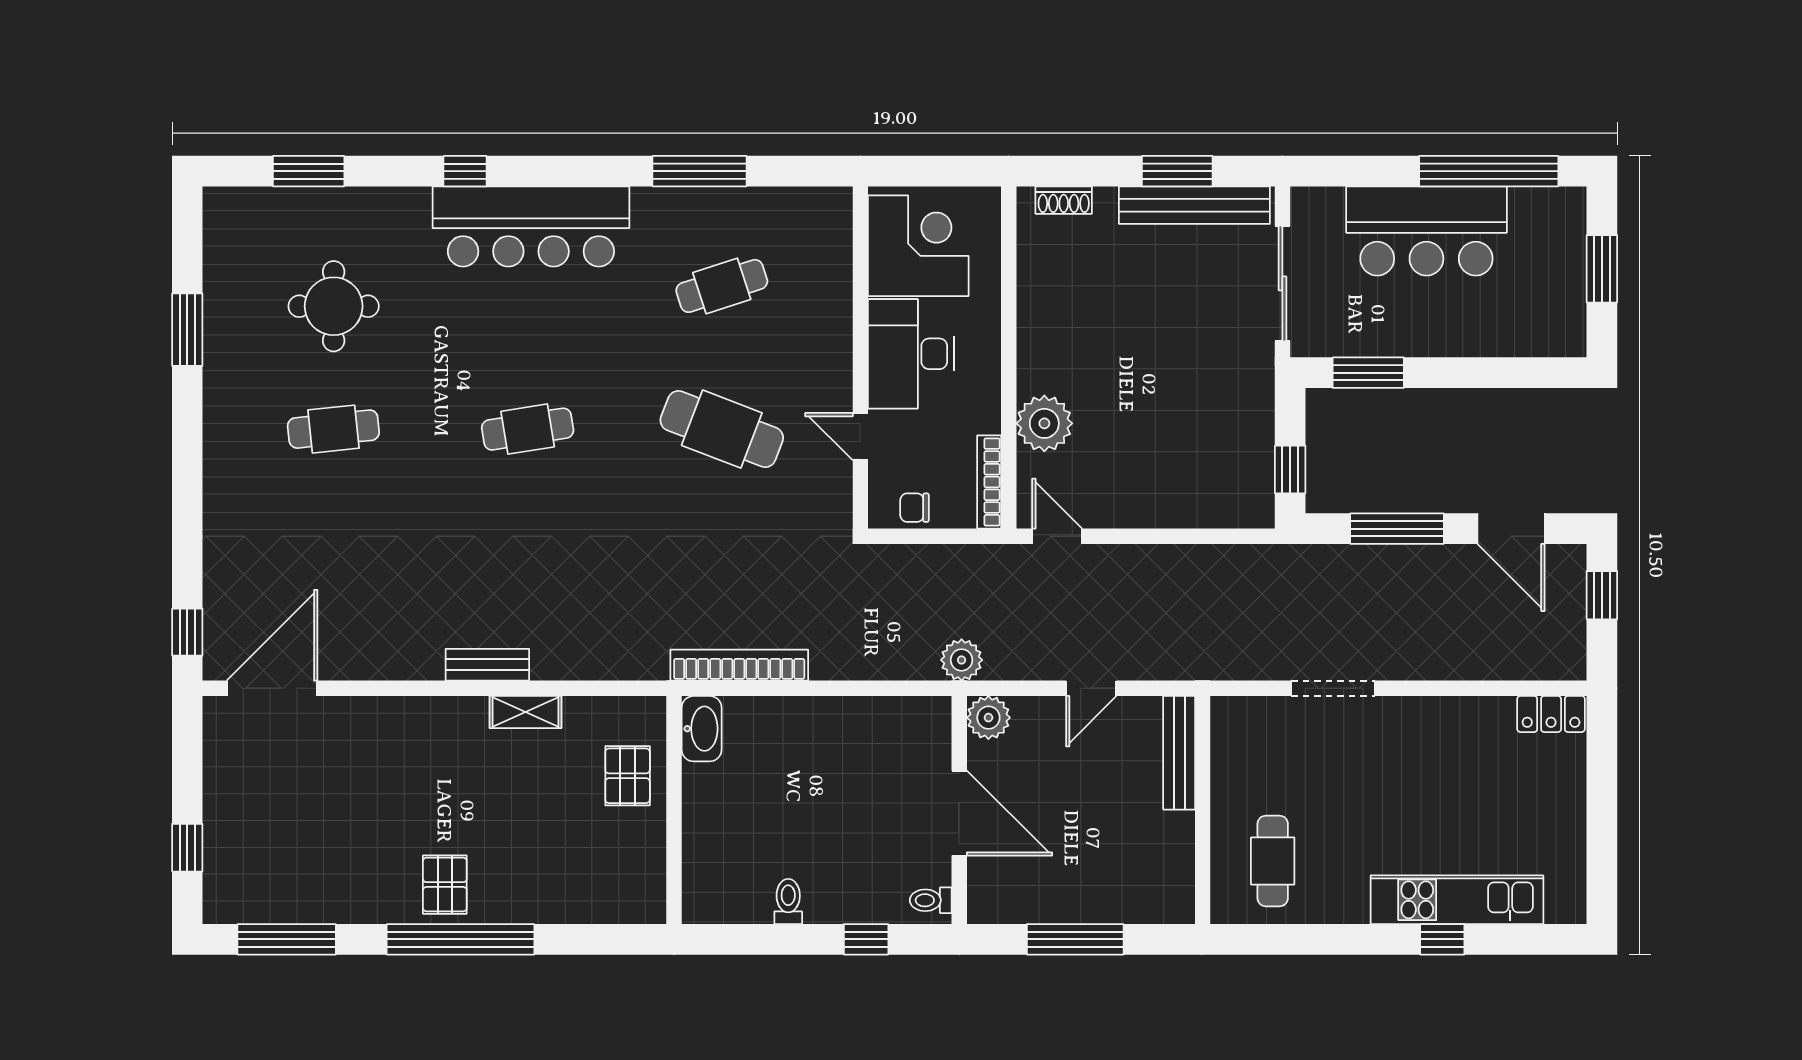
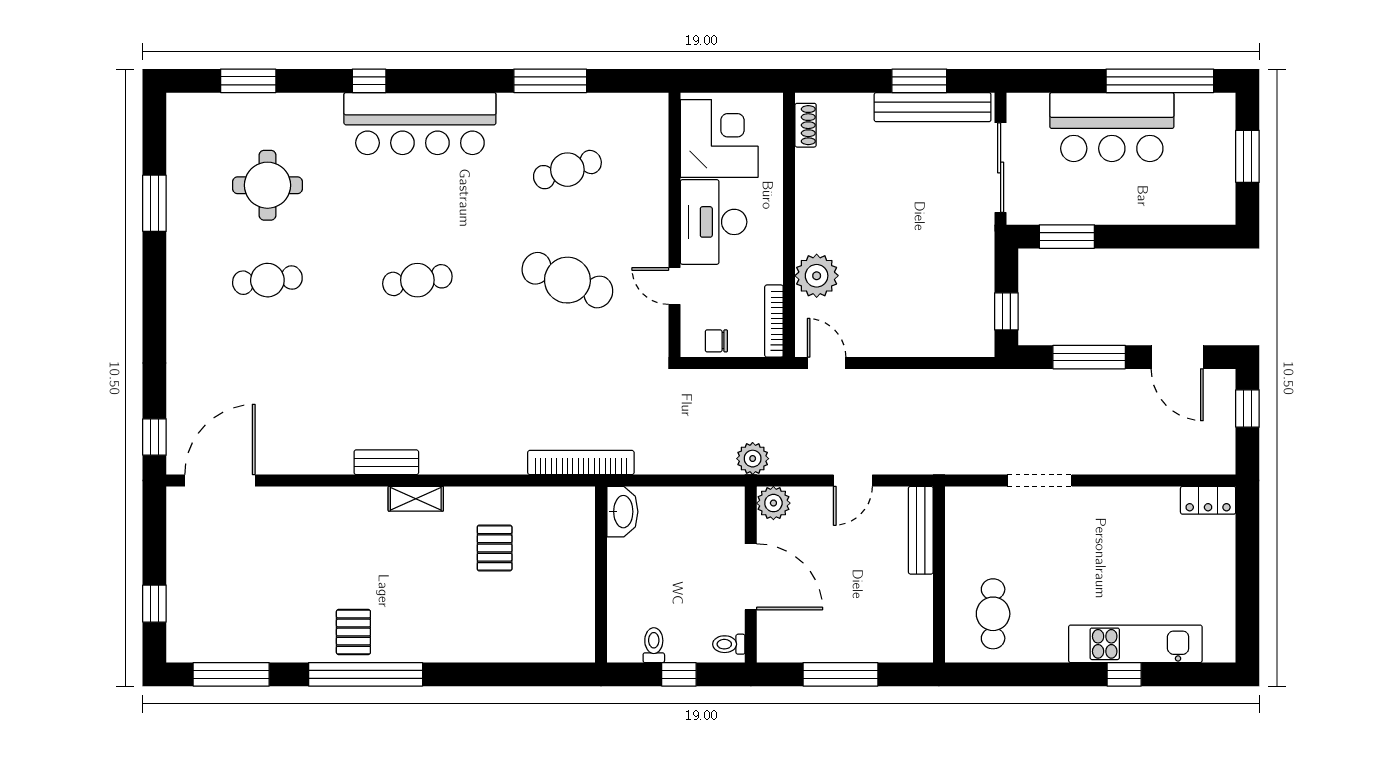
shoe rack: (1064, 200) -> (806, 125), moved, turned -90
washbasin: (702, 729) -> (622, 512), moved
wall: (674, 810) -> (601, 574), moved
toilet: (788, 902) -> (654, 645), moved

